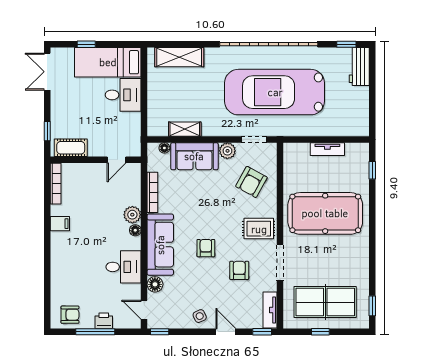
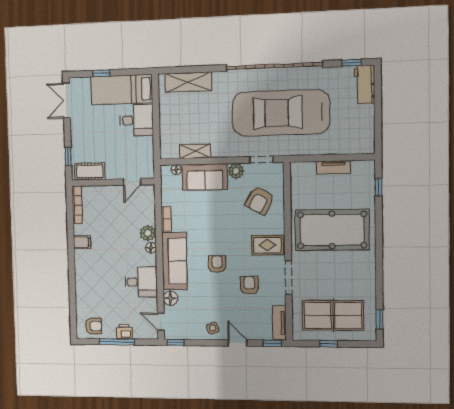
bookcase: (152, 192) -> (166, 219), width x0.64

